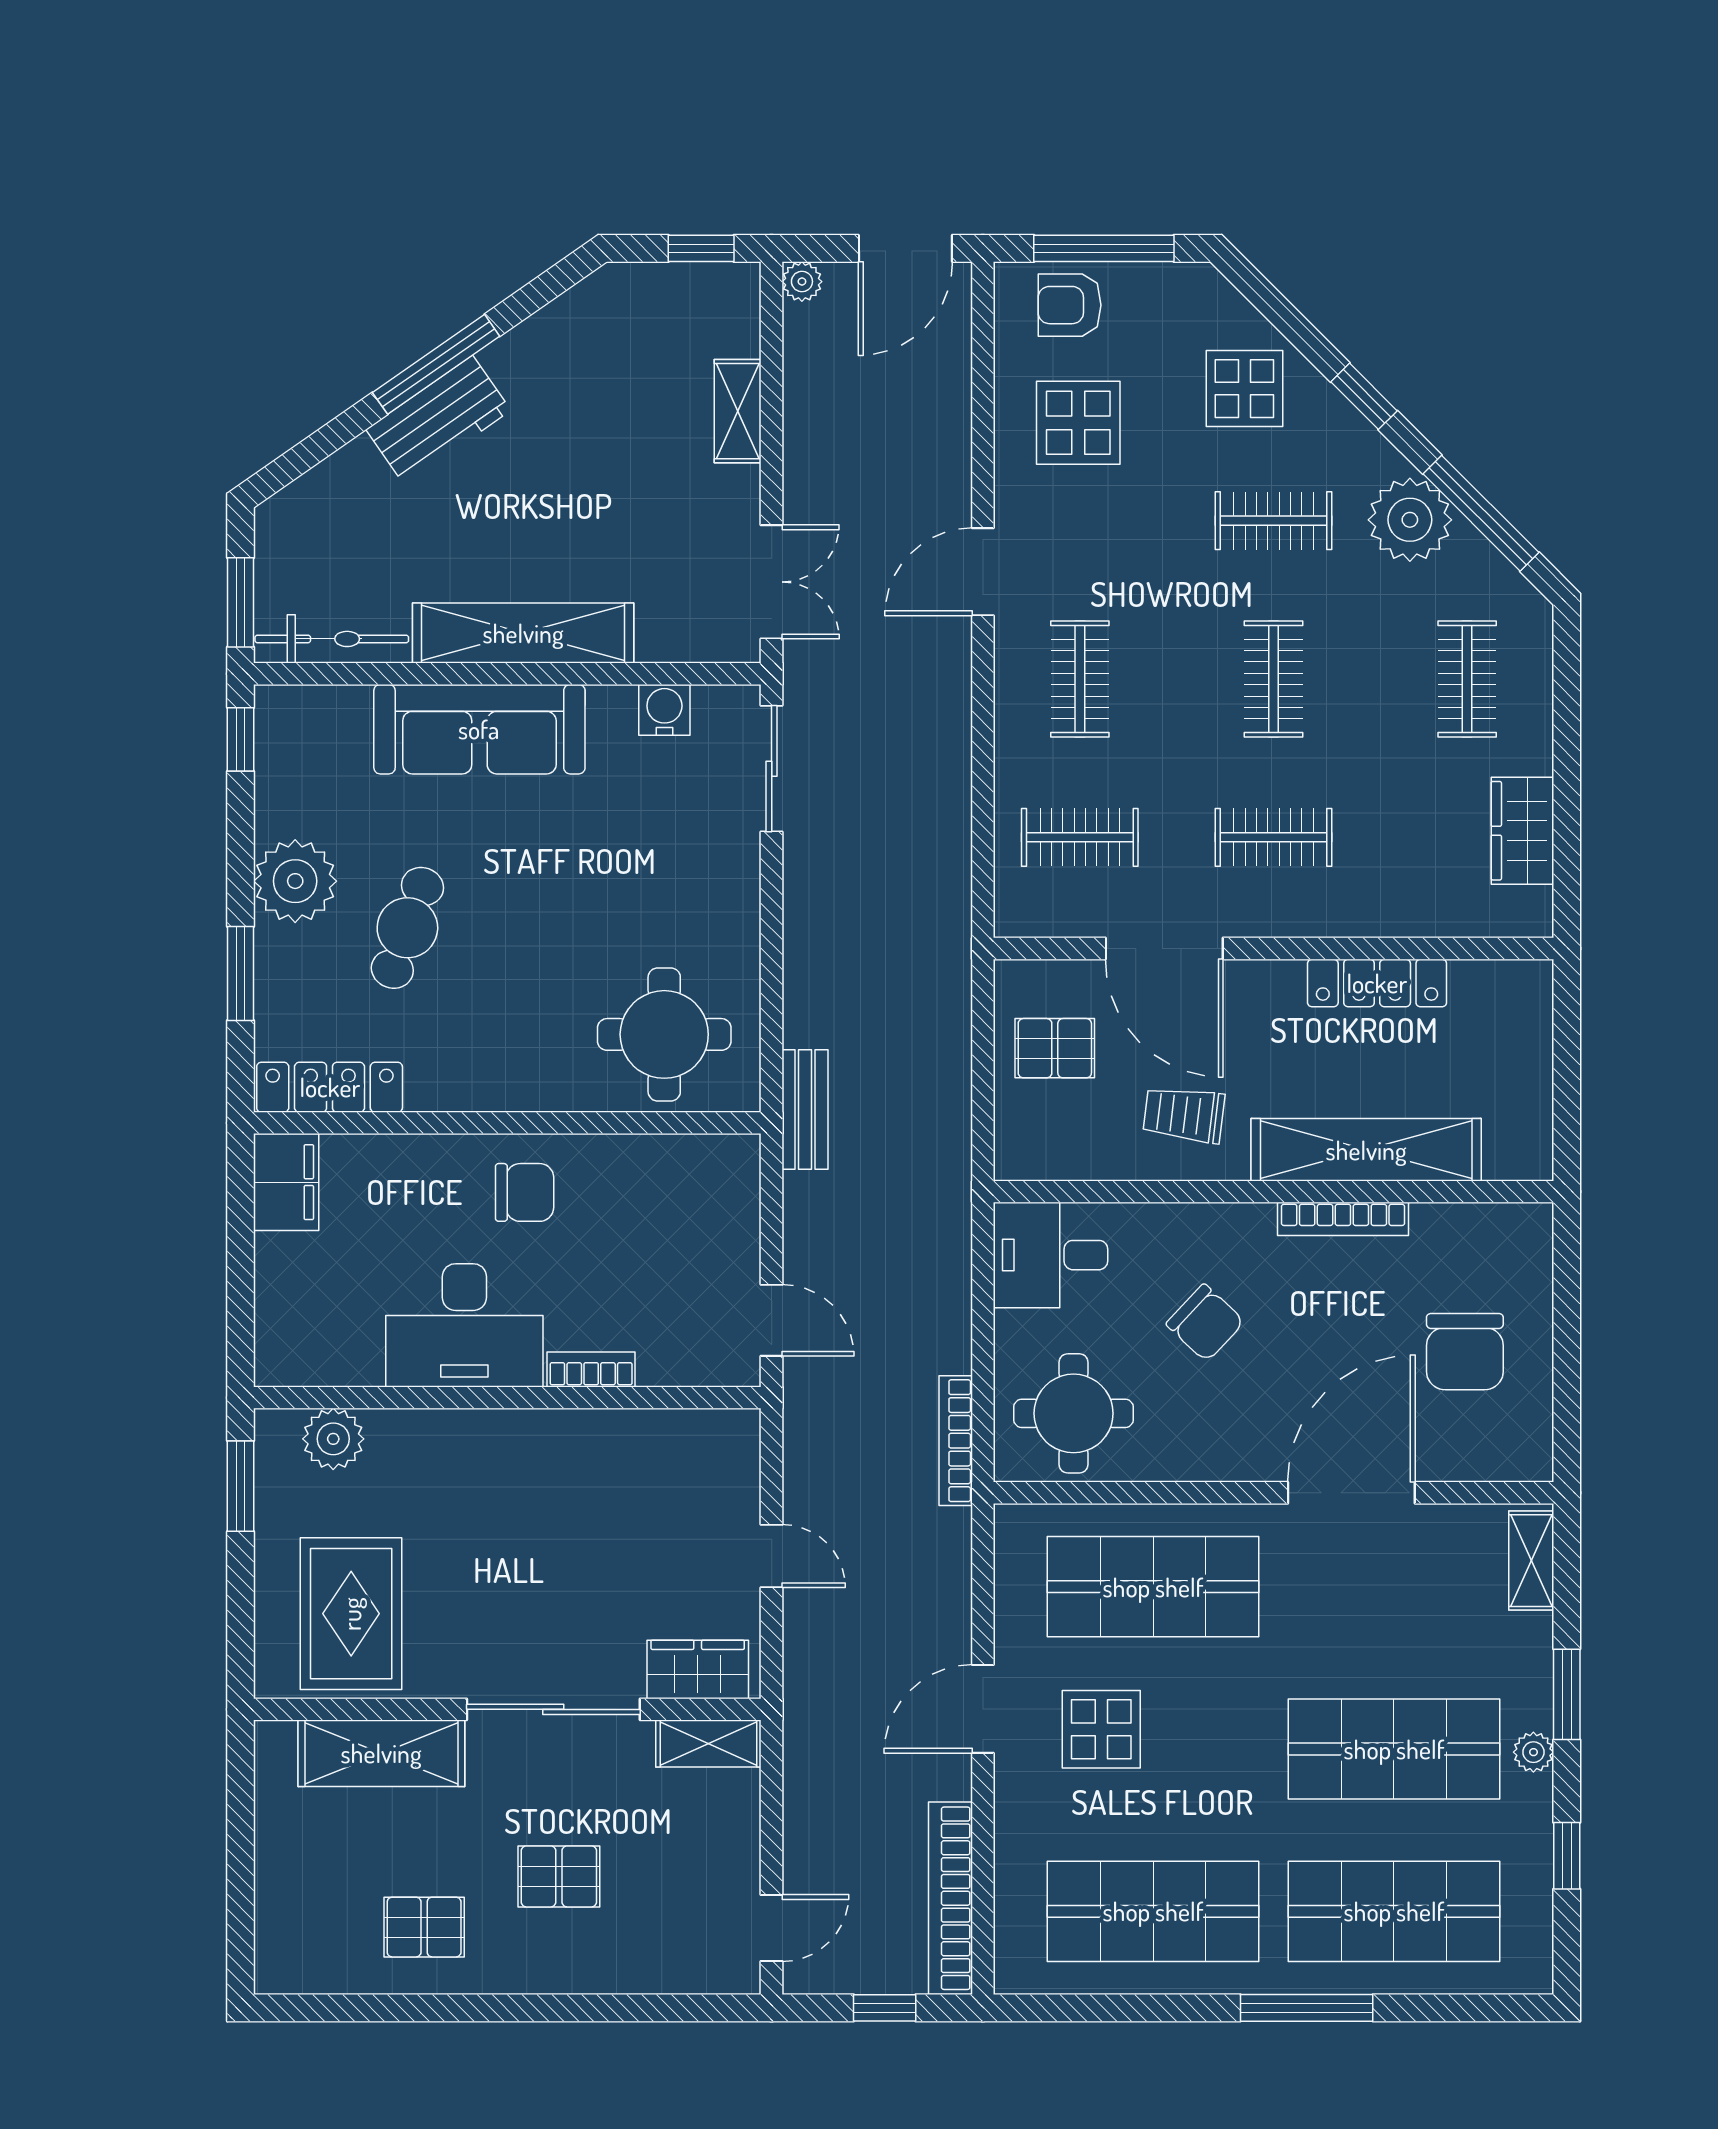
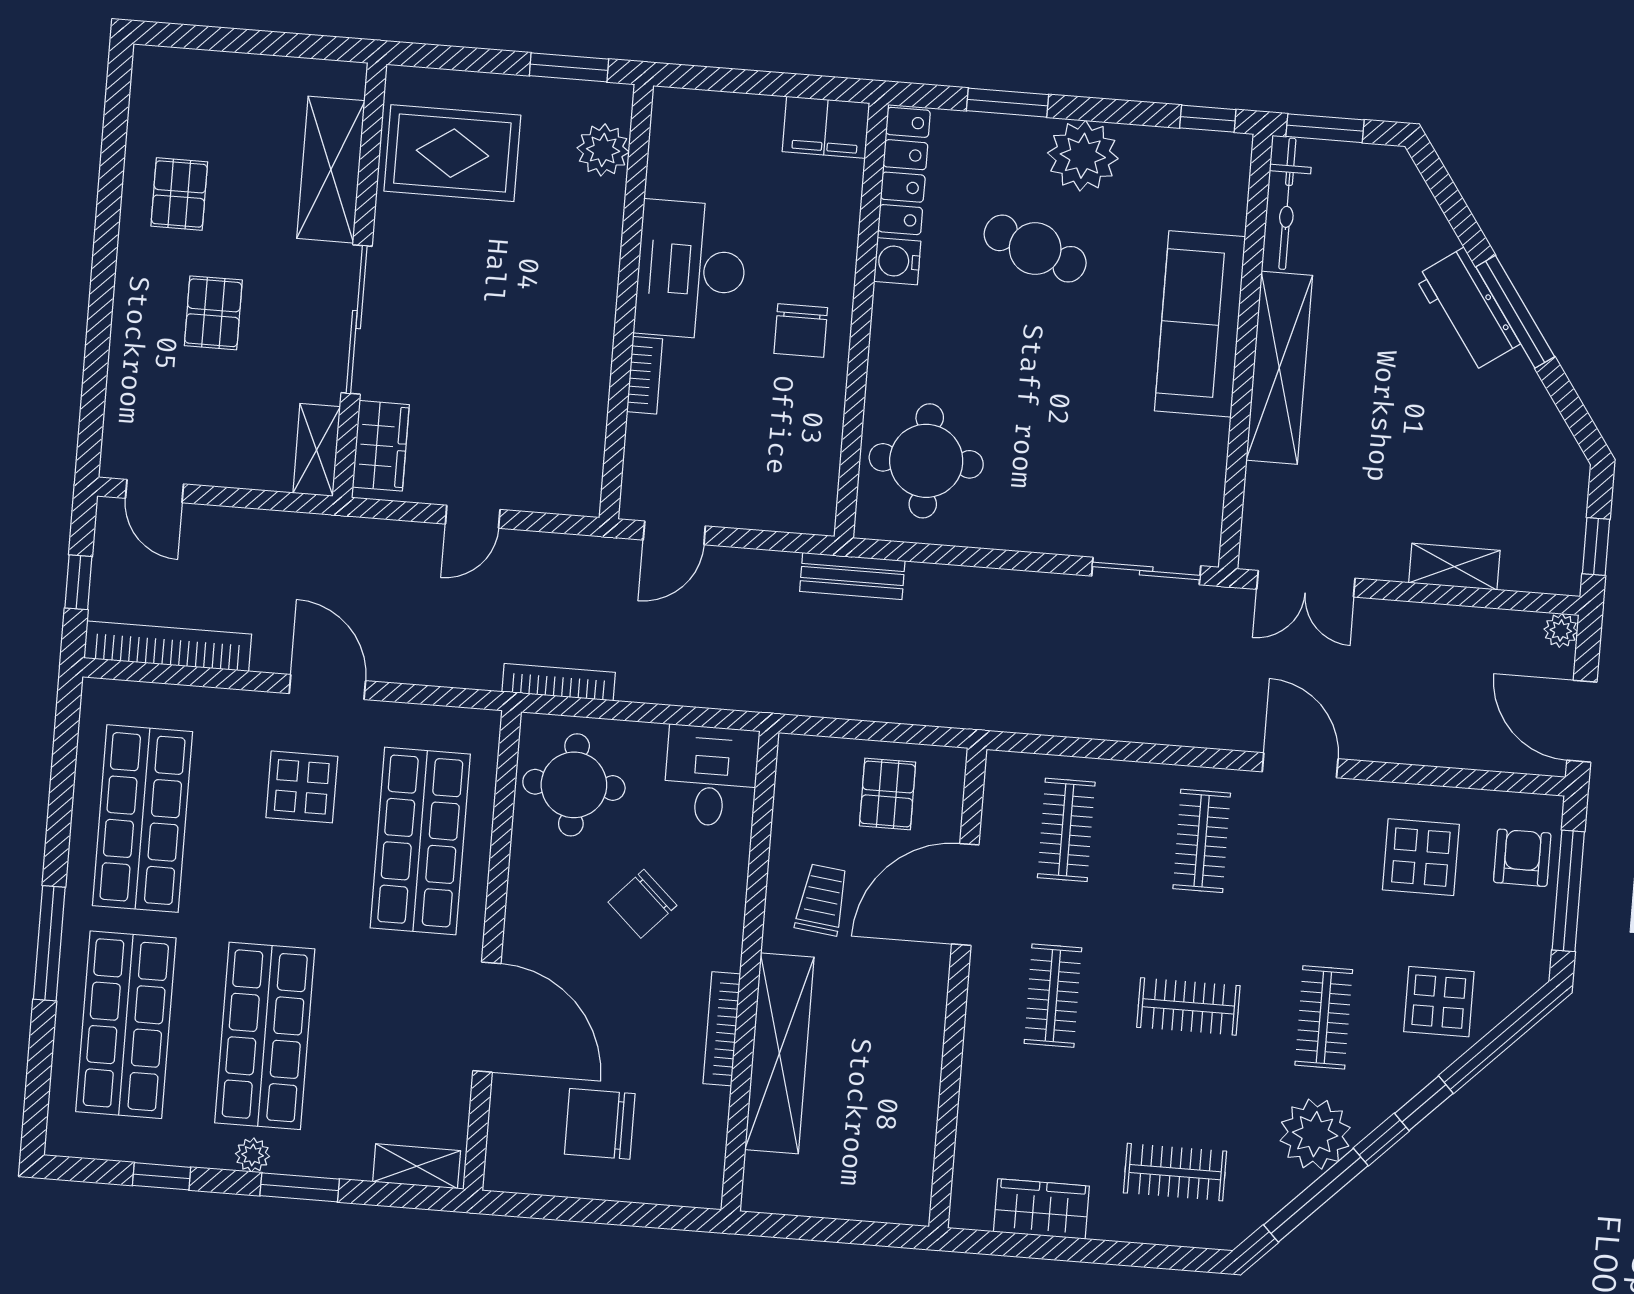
clothes rail: (1080, 679) -> (1202, 841), turned 90
water cooler: (664, 710) -> (897, 261), moved, turned 180
locker: (1377, 983) -> (921, 1074), removed

